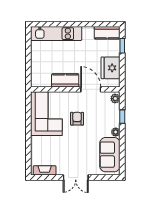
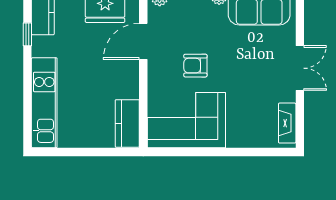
window: (95, 24) -> (27, 34), added
kitchen counter: (65, 80) -> (127, 123), moved

